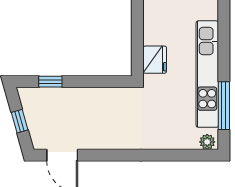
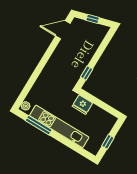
window: (50, 82) -> (87, 73), moved

